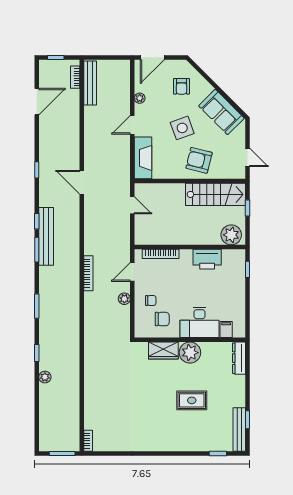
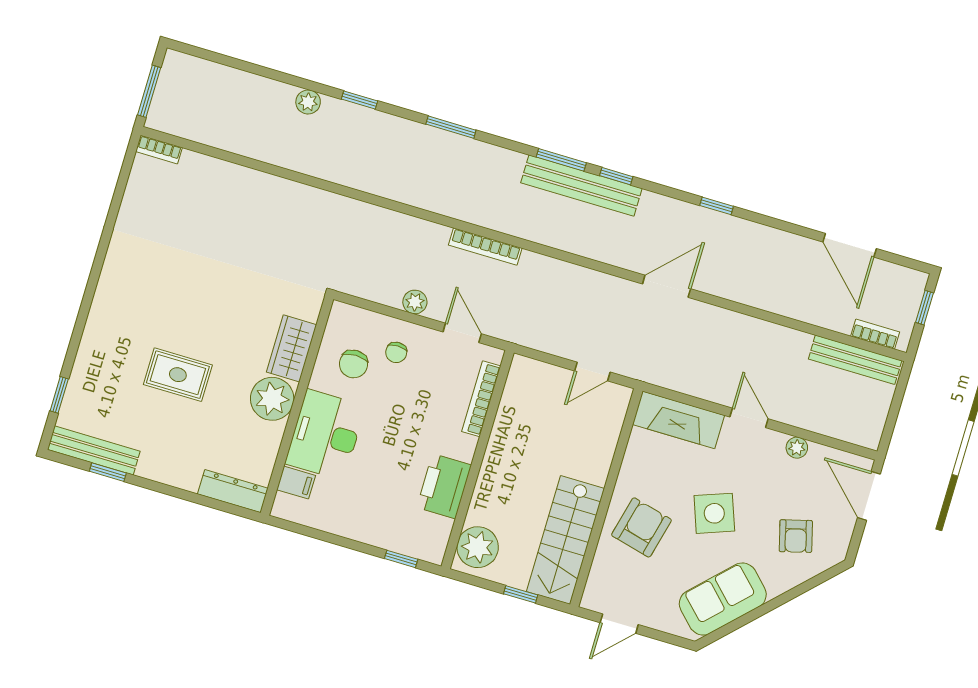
armchair: (181, 86) -> (796, 536), turned -105
rug: (192, 400) -> (178, 375), turned 90

